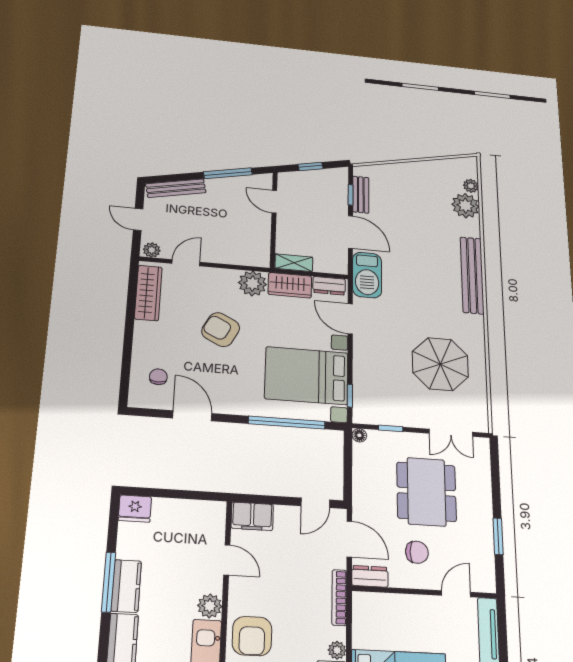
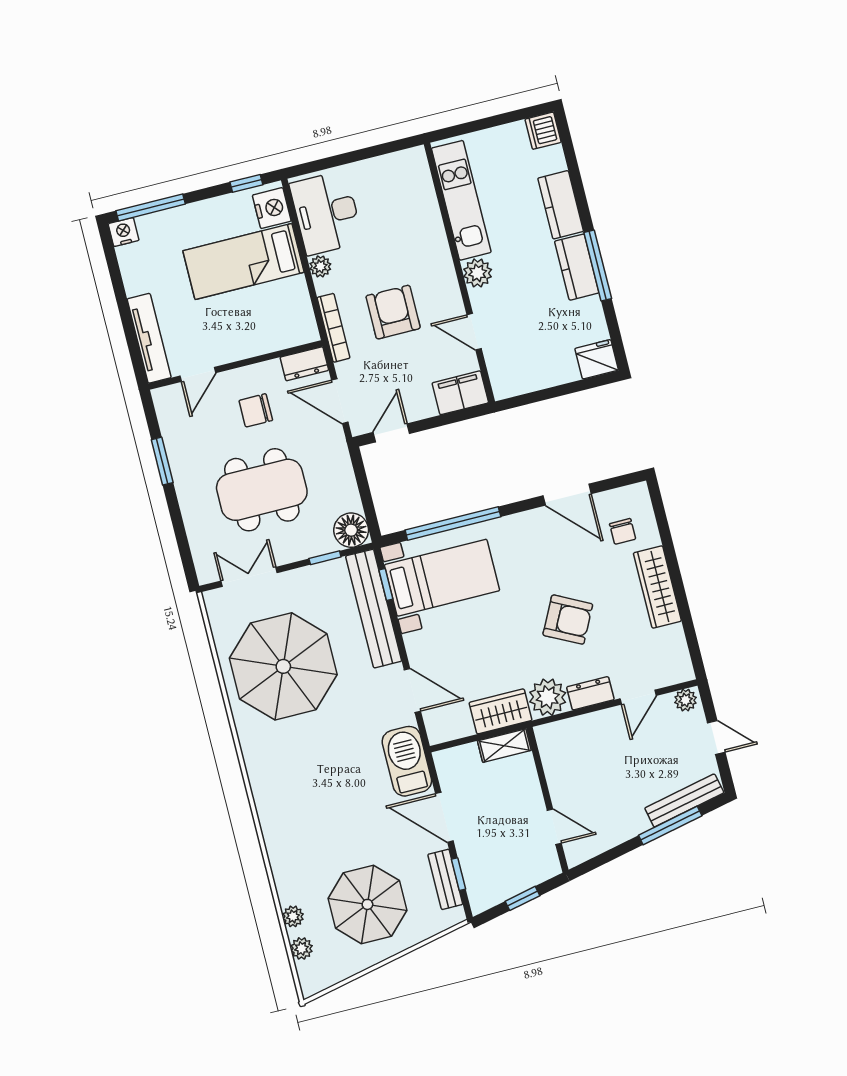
window: (228, 173) -> (670, 826), moved
parasol: (419, 197) -> (367, 904), added
plant: (466, 206) -> (293, 916), width x0.53, depth x0.53
bench: (472, 275) -> (374, 609), moved
dresser: (329, 286) -> (590, 693), moved
wardrobe: (148, 293) -> (657, 587), moved
parasol: (440, 364) -> (283, 666), width x1.36, depth x1.36
bed with nightstands: (307, 376) -> (442, 578), width x0.73
floor lamp: (359, 435) -> (351, 530), width x1.89, depth x1.89
dining table: (426, 492) -> (262, 490), turned 90
armchair: (252, 636) -> (393, 312), moved

